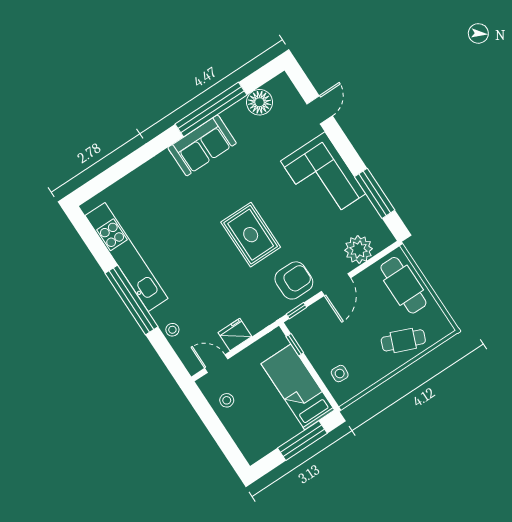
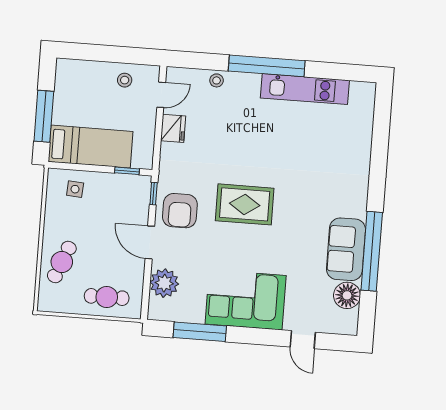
sofa: (202, 145) -> (346, 249), moved
kitchen unit: (127, 257) -> (305, 89), width x0.73
cafe table: (403, 285) -> (107, 297), width x0.73, depth x0.74

